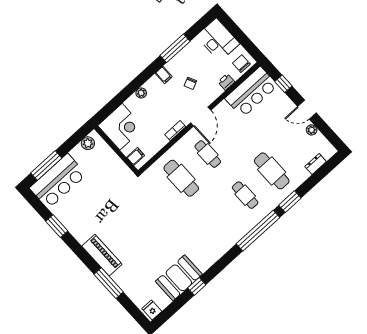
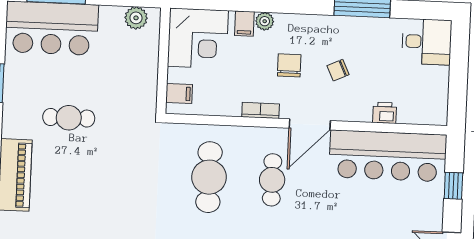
desk: (218, 40) -> (427, 42), width x0.73
chair: (241, 64) -> (289, 65), moved
filing cabinet: (164, 75) -> (244, 24), moved
bar counter: (251, 92) -> (388, 156), width x1.36
cafe table: (101, 210) -> (69, 118), added

